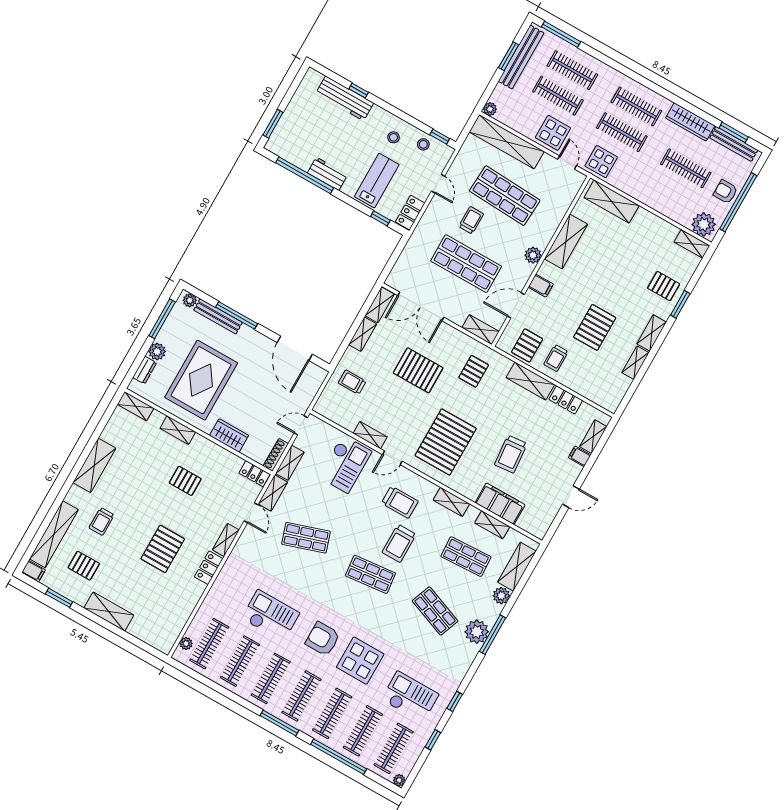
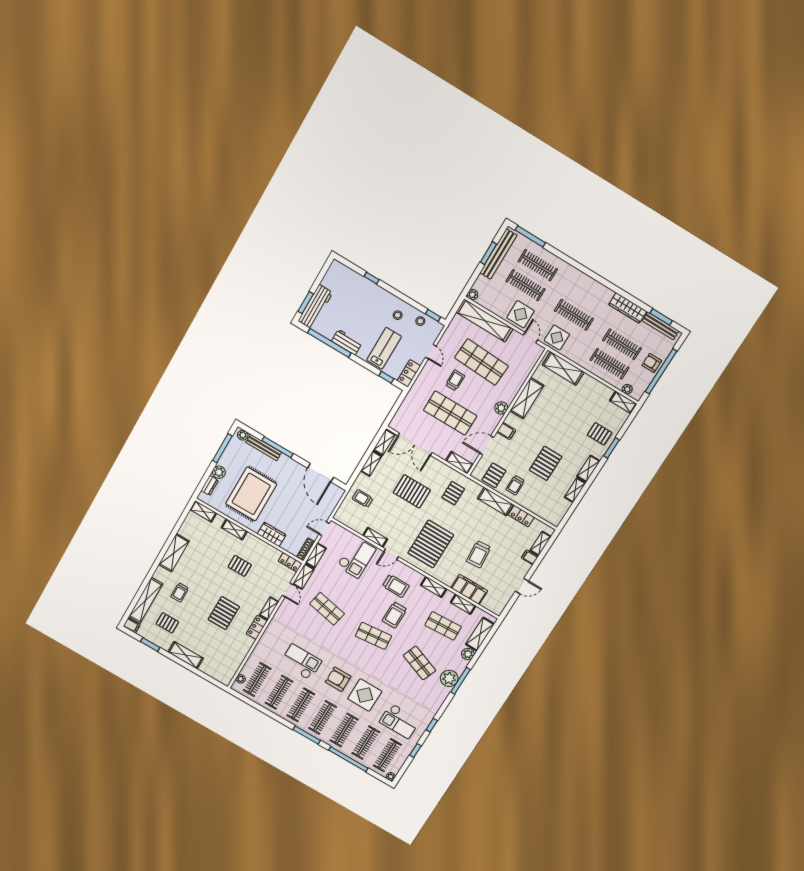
workbench: (345, 98) -> (315, 307), moved, turned -90
clothes rail: (636, 106) -> (610, 364), moved
plant: (704, 224) -> (627, 389), width x0.53, depth x0.53
shop shelf: (306, 538) -> (327, 609), turned 30
checkout: (410, 697) -> (400, 721), turned 180

